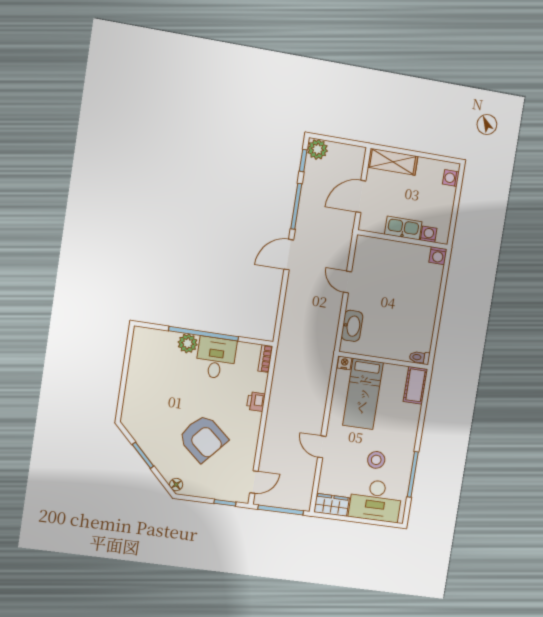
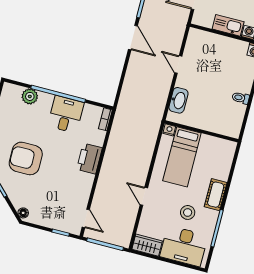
door: (289, 255) -> (133, 38), swing flipped
plant: (188, 343) -> (30, 96), moved
toilet: (420, 358) -> (241, 98), moved
cot: (415, 385) -> (216, 195), moved
printer: (256, 402) -> (89, 159), width x1.87, depth x1.48
armchair: (203, 438) -> (26, 158), moved, turned 139
door: (254, 482) -> (86, 218), hinge flipped

